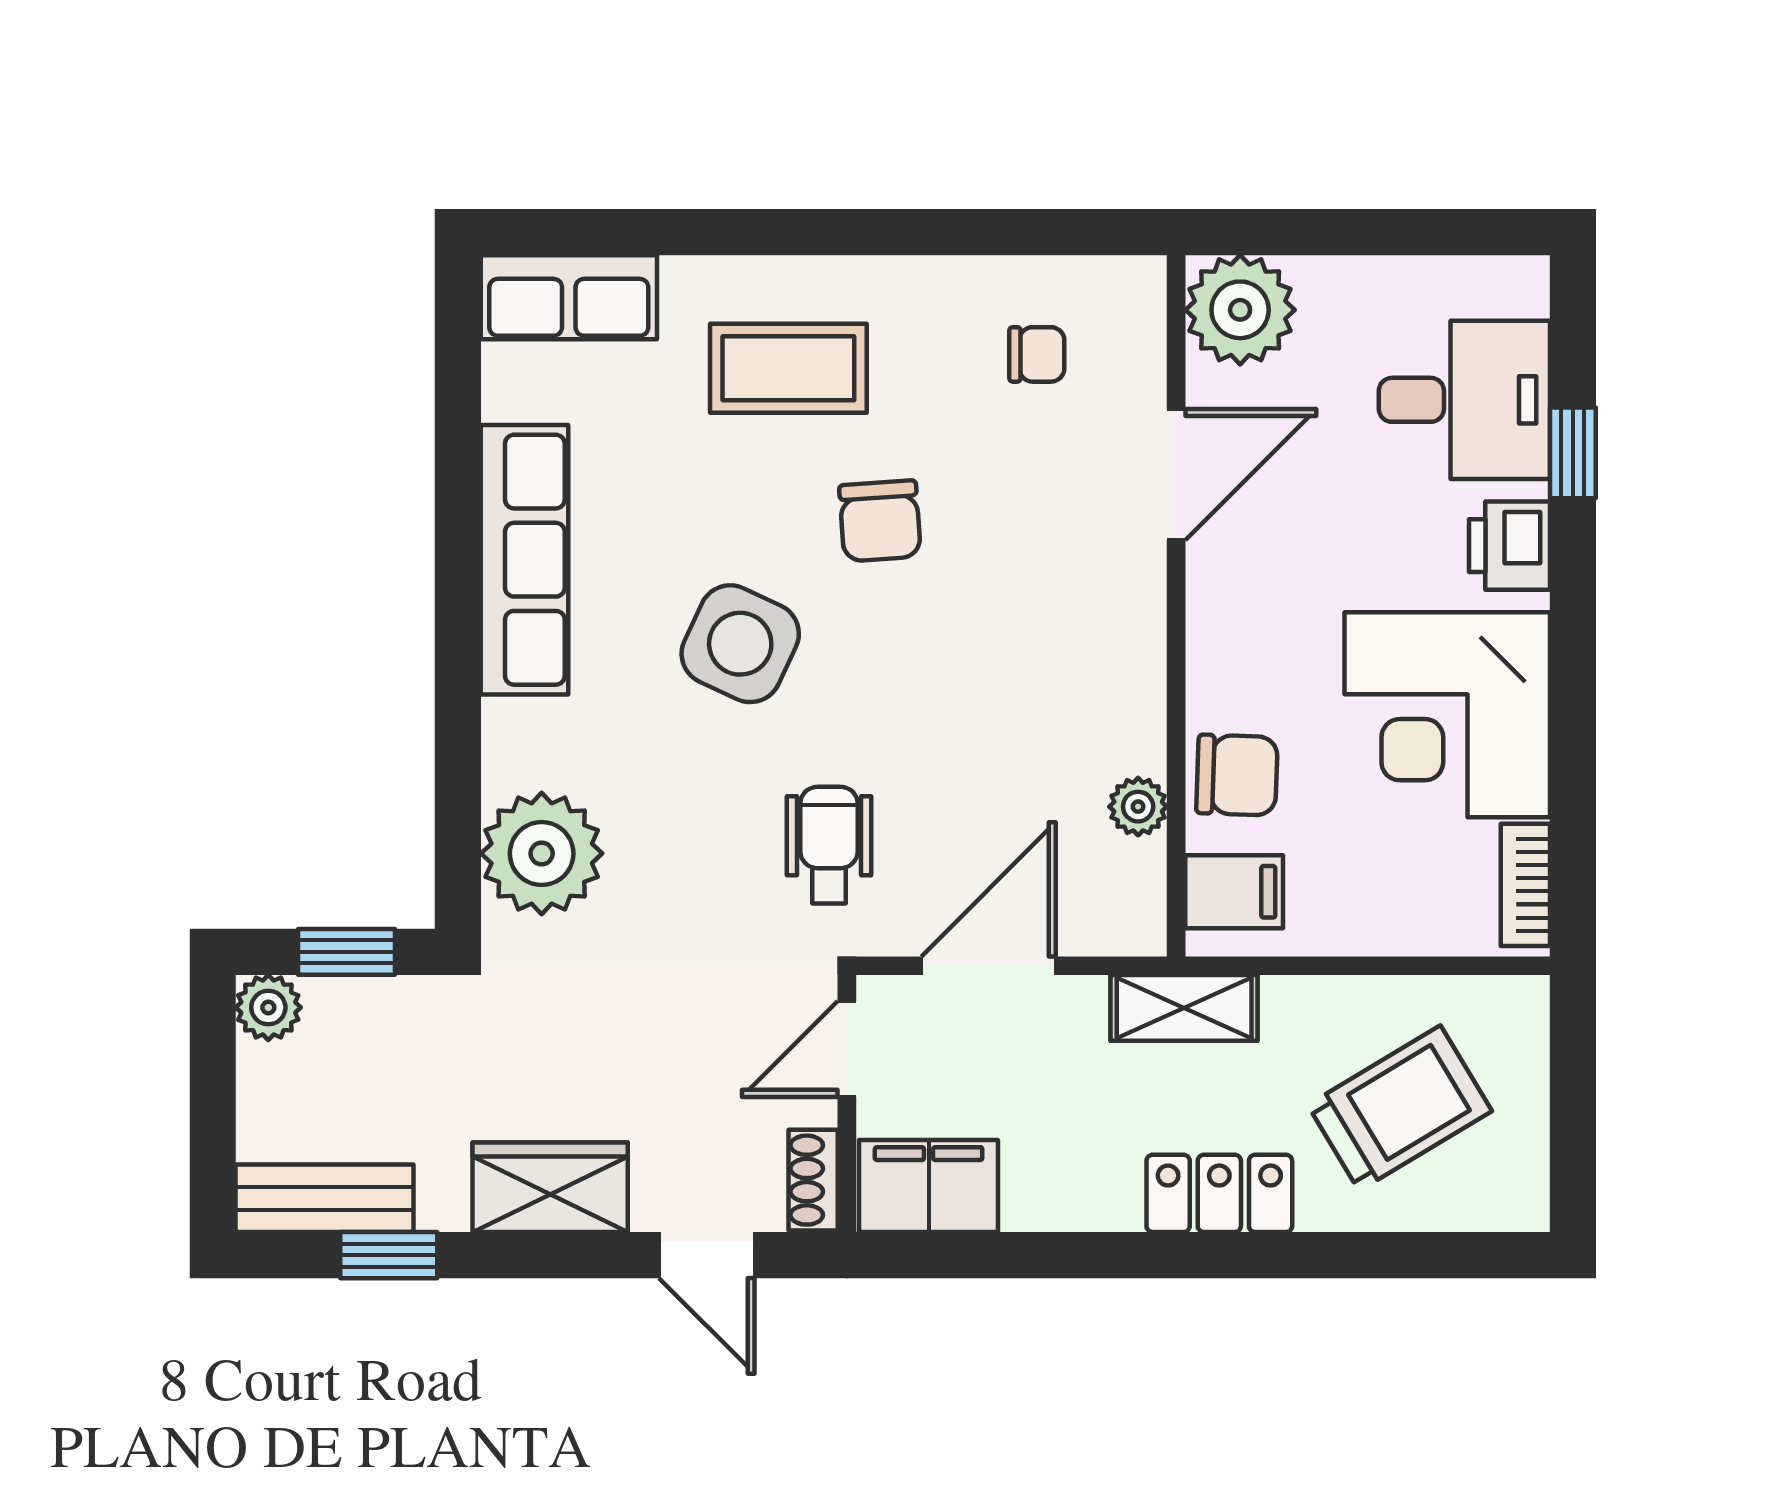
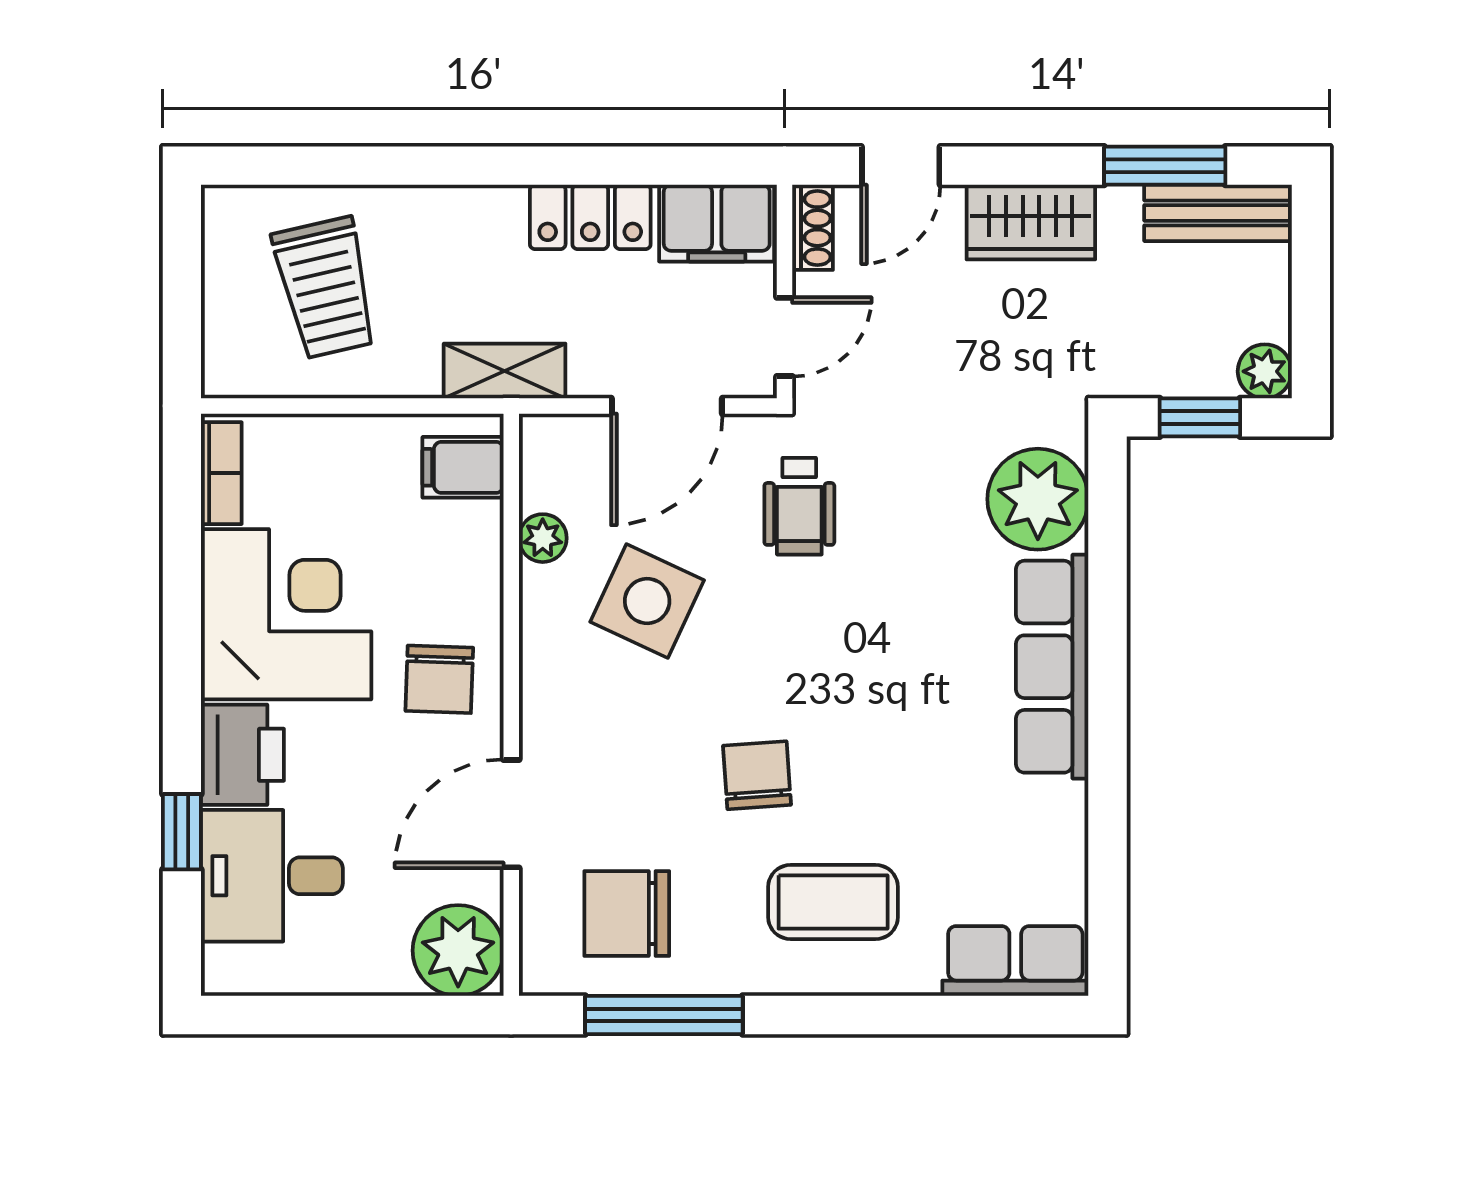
window: (992, 232) -> (664, 1015), added
chair: (1037, 354) -> (627, 913), width x1.87, depth x1.87
printer: (1510, 546) -> (242, 755), width x1.36, depth x1.24
row of seats: (524, 560) -> (1052, 667), moved
side table: (740, 644) -> (647, 601), moved
chair: (1237, 775) -> (439, 679), moved, turned -90
trolley: (1400, 1108) -> (325, 288), turned -72
locker: (1219, 1193) -> (590, 217), moved
window: (389, 1255) -> (1165, 166), width x1.50
door: (707, 1255) -> (901, 166), swing flipped

